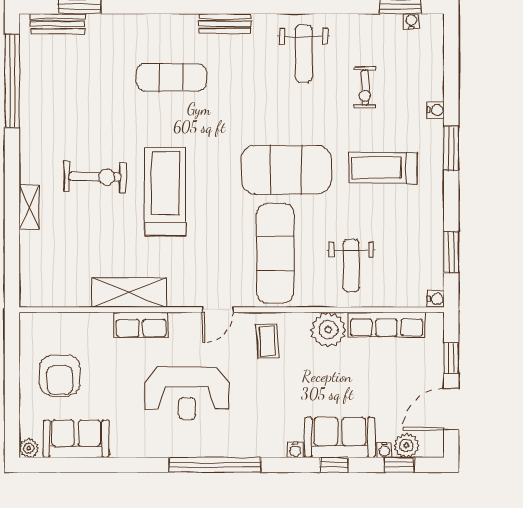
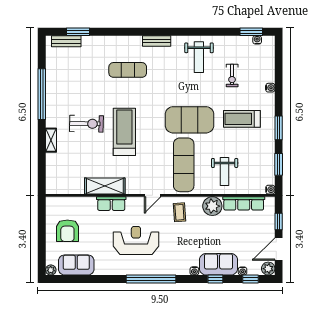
window: (12, 81) -> (42, 94), moved
window: (451, 148) -> (279, 128), moved
reception desk: (187, 393) -> (136, 240), turned 180
plant: (406, 445) -> (268, 269), moved

